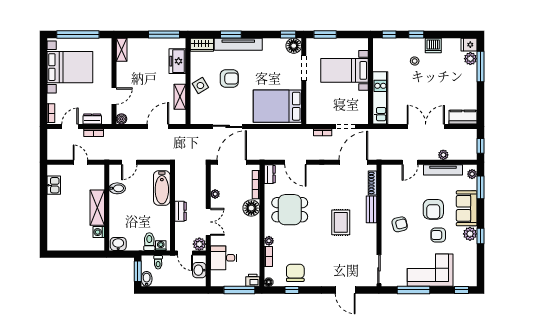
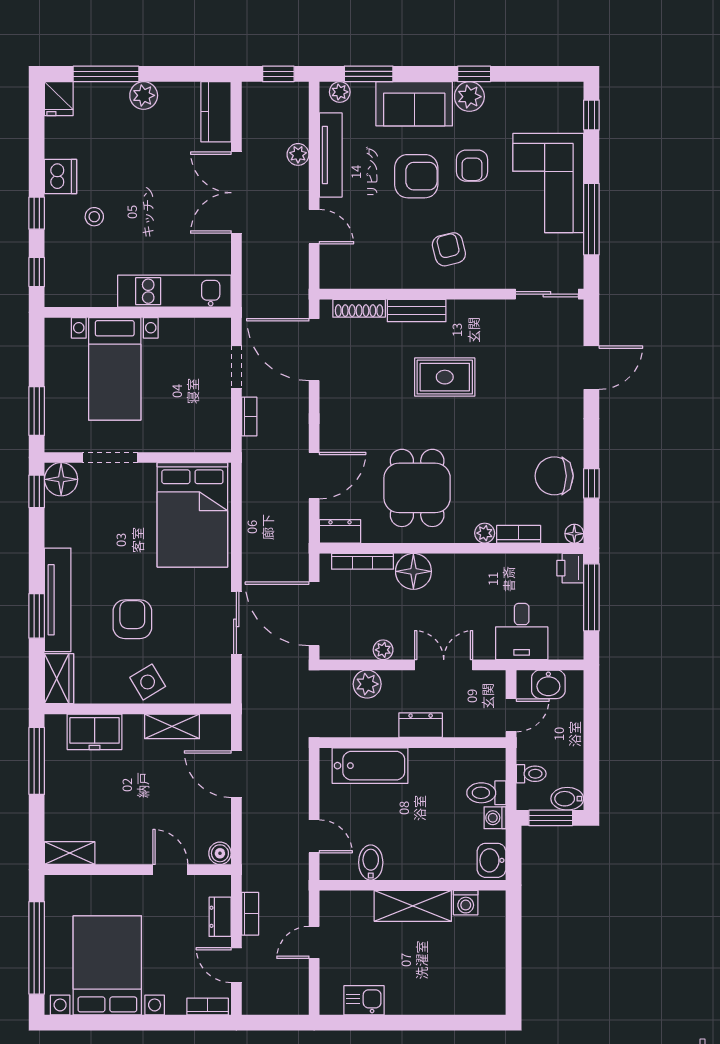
plant: (470, 59) -> (144, 95), moved
plant: (199, 244) -> (367, 684), moved
washing machine: (161, 246) -> (495, 818), moved

